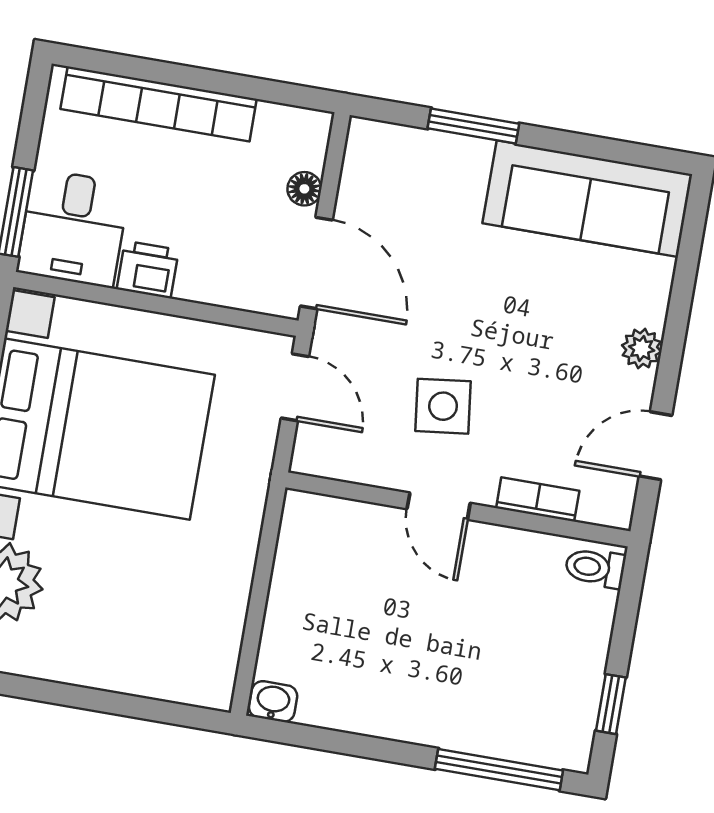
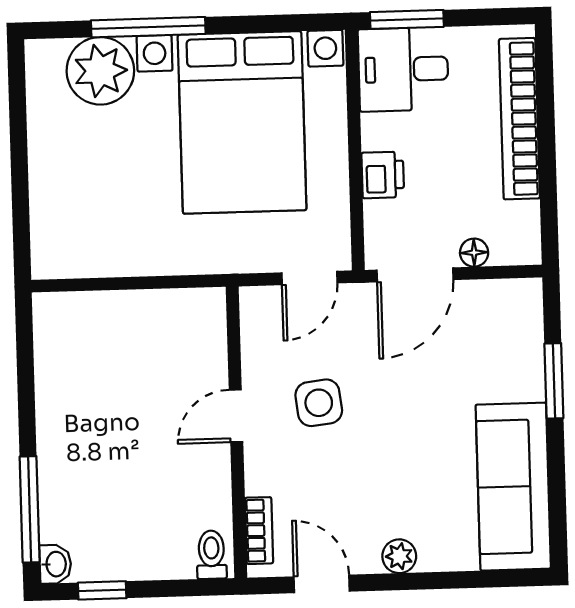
printer: (148, 270) -> (383, 175), moved
bookcase: (538, 499) -> (259, 531), moved
washbasin: (273, 702) -> (55, 564), moved

